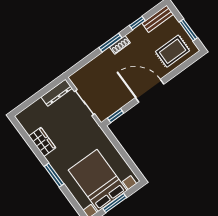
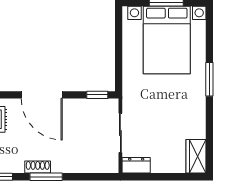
dresser: (57, 93) -> (136, 165), width x0.70
wardrobe: (42, 142) -> (196, 156), moved

